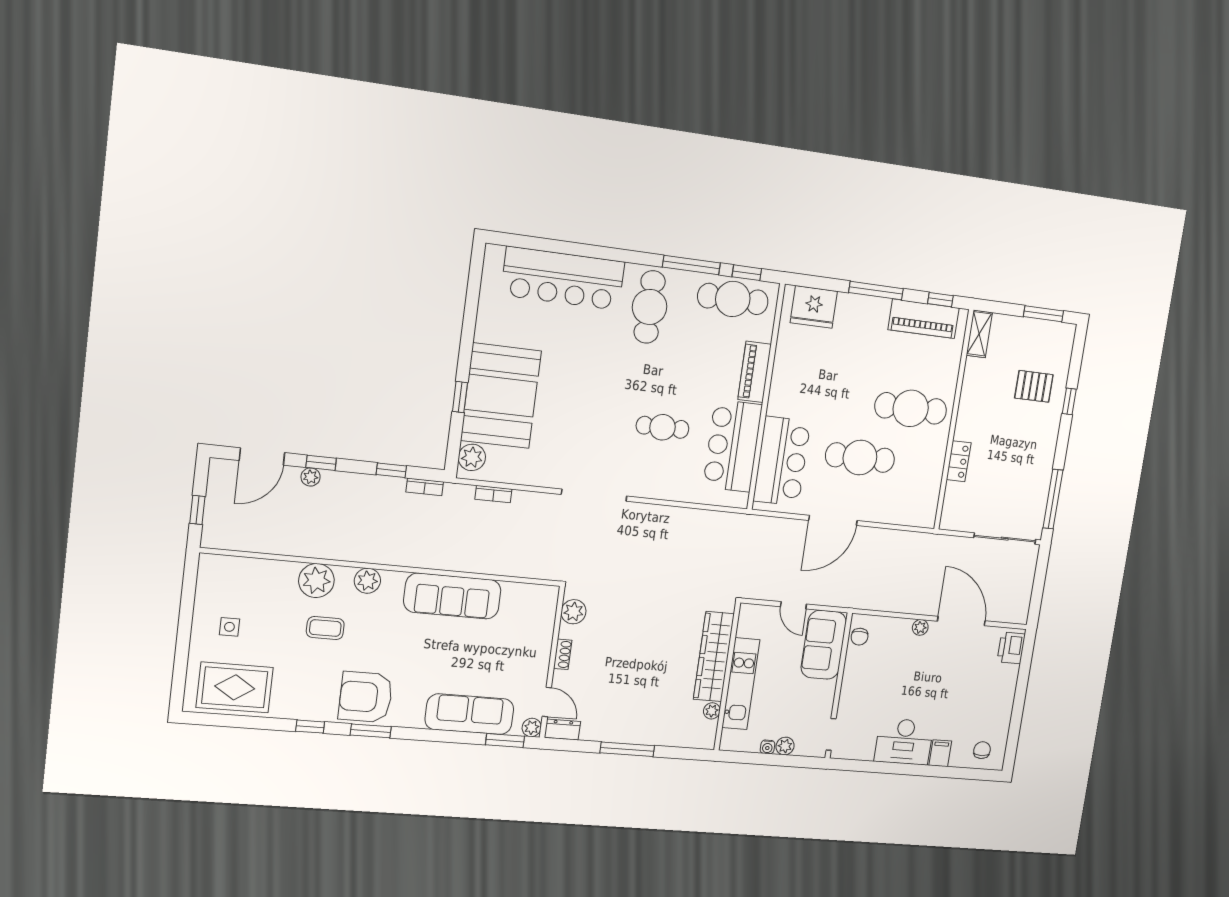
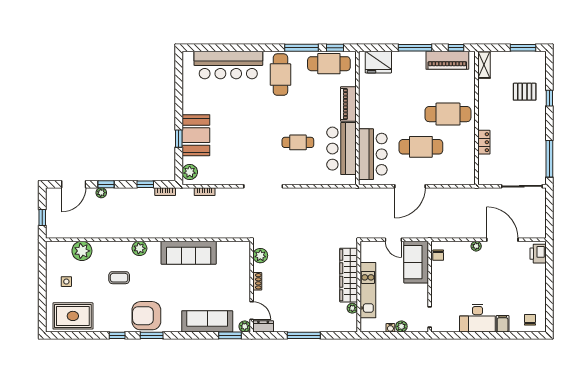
booth: (501, 396) -> (196, 135), width x0.73, depth x0.70
plant: (316, 581) -> (82, 251), moved

